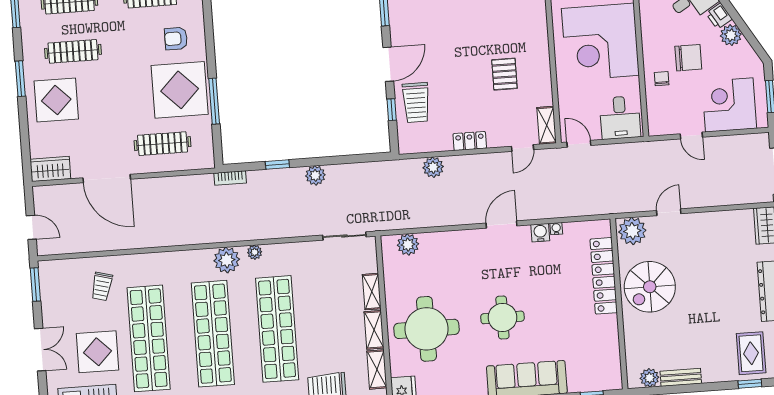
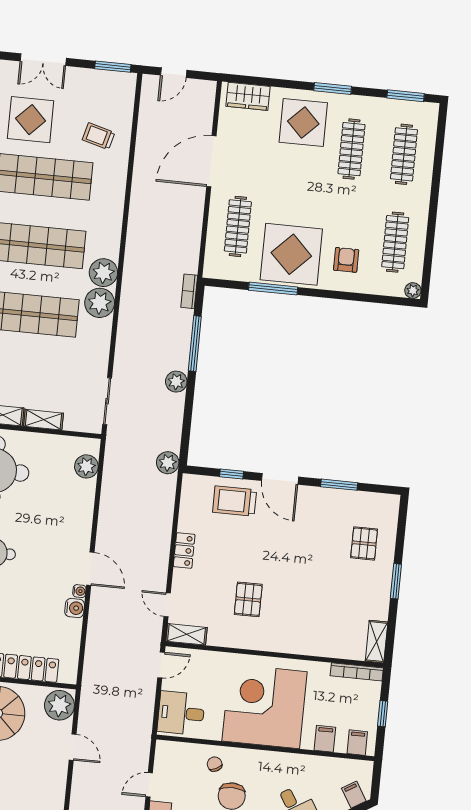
pallet: (504, 74) -> (248, 599), turned 90
chair: (662, 79) -> (215, 764), turned -116
window: (277, 164) -> (195, 344), width x2.17
plant: (433, 167) -> (168, 463), moved
wardrobe: (50, 169) -> (248, 96), moved, turned 90
water cooler: (556, 229) -> (79, 591), moved
plant: (255, 252) -> (100, 303), width x1.88, depth x1.88

